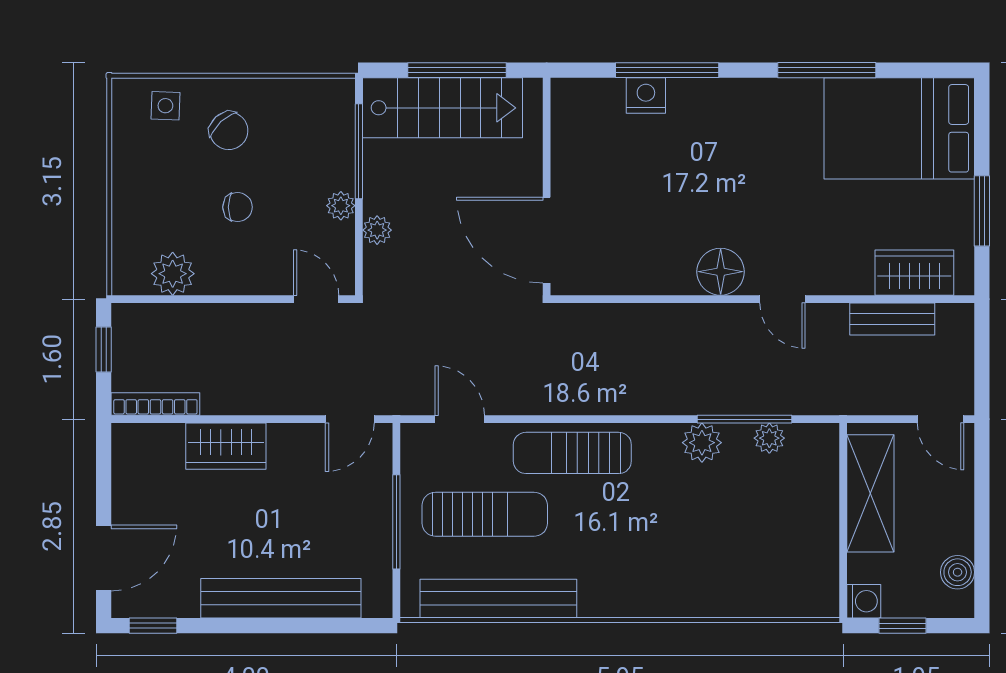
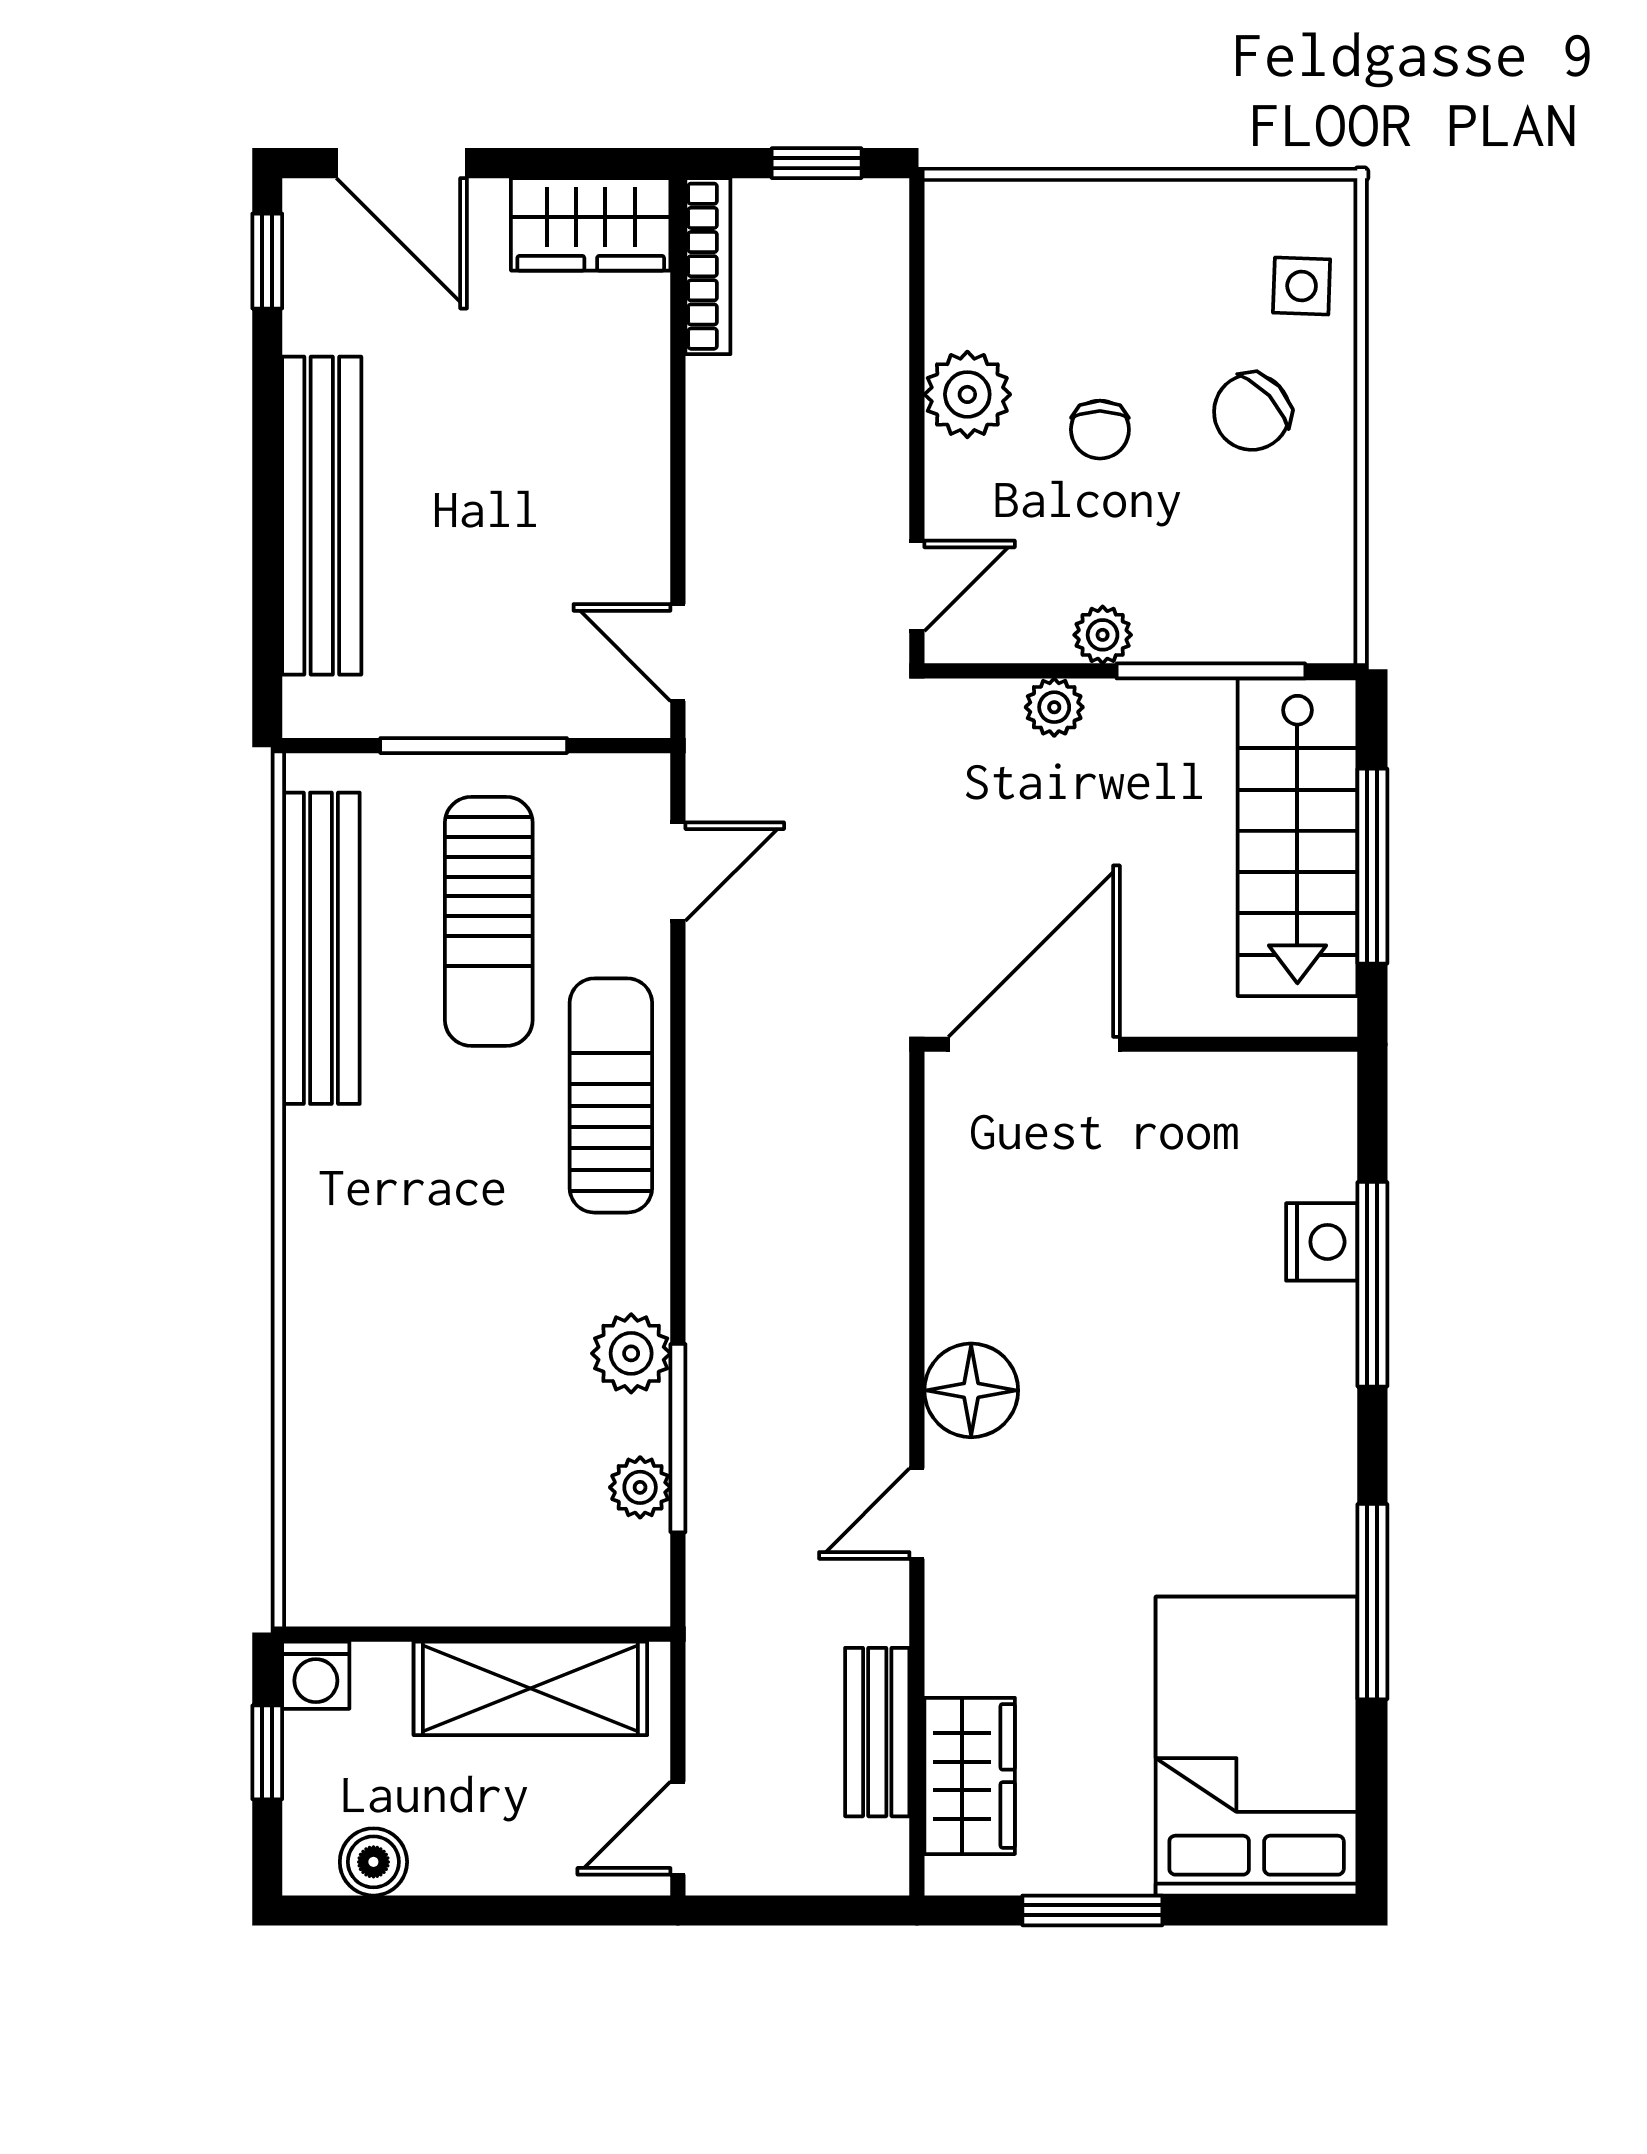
plant: (173, 274) -> (967, 394), moved
wardrobe: (226, 446) -> (591, 224), moved, turned -90

